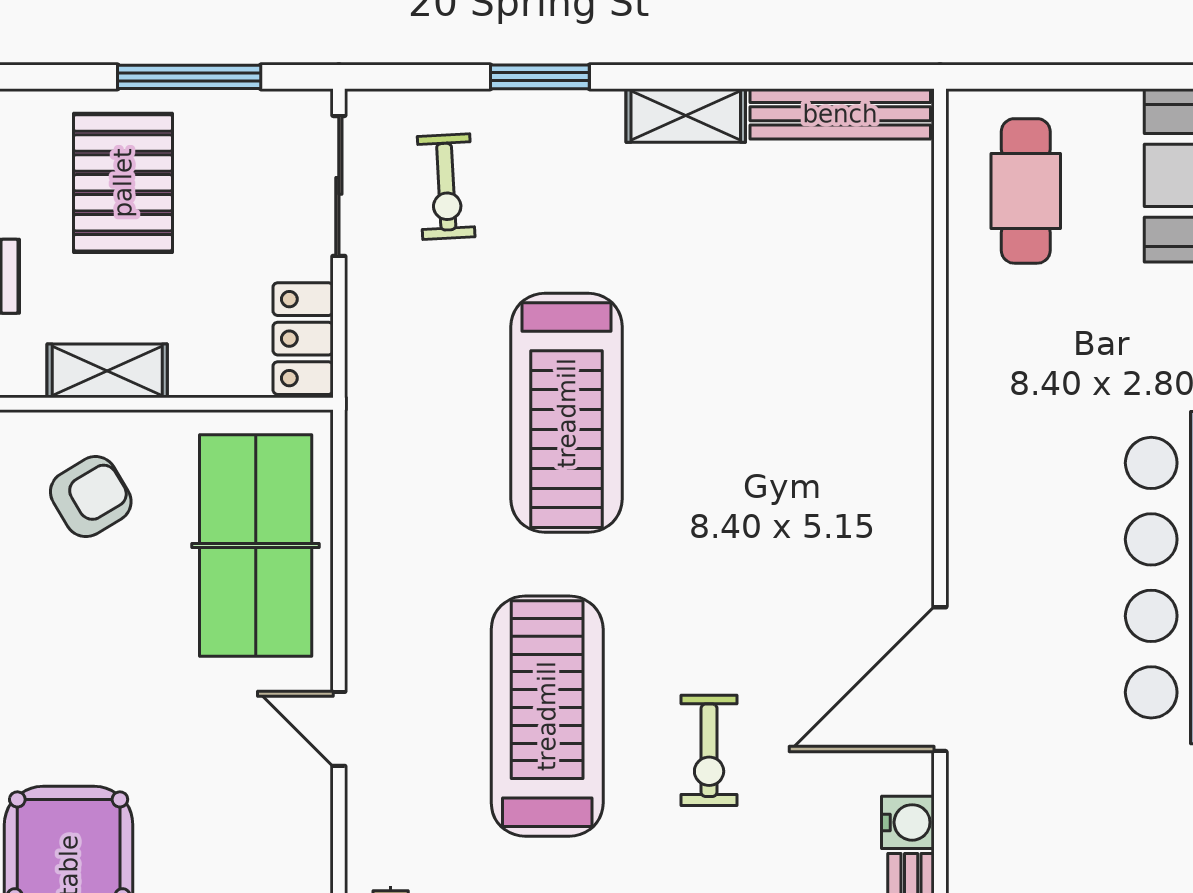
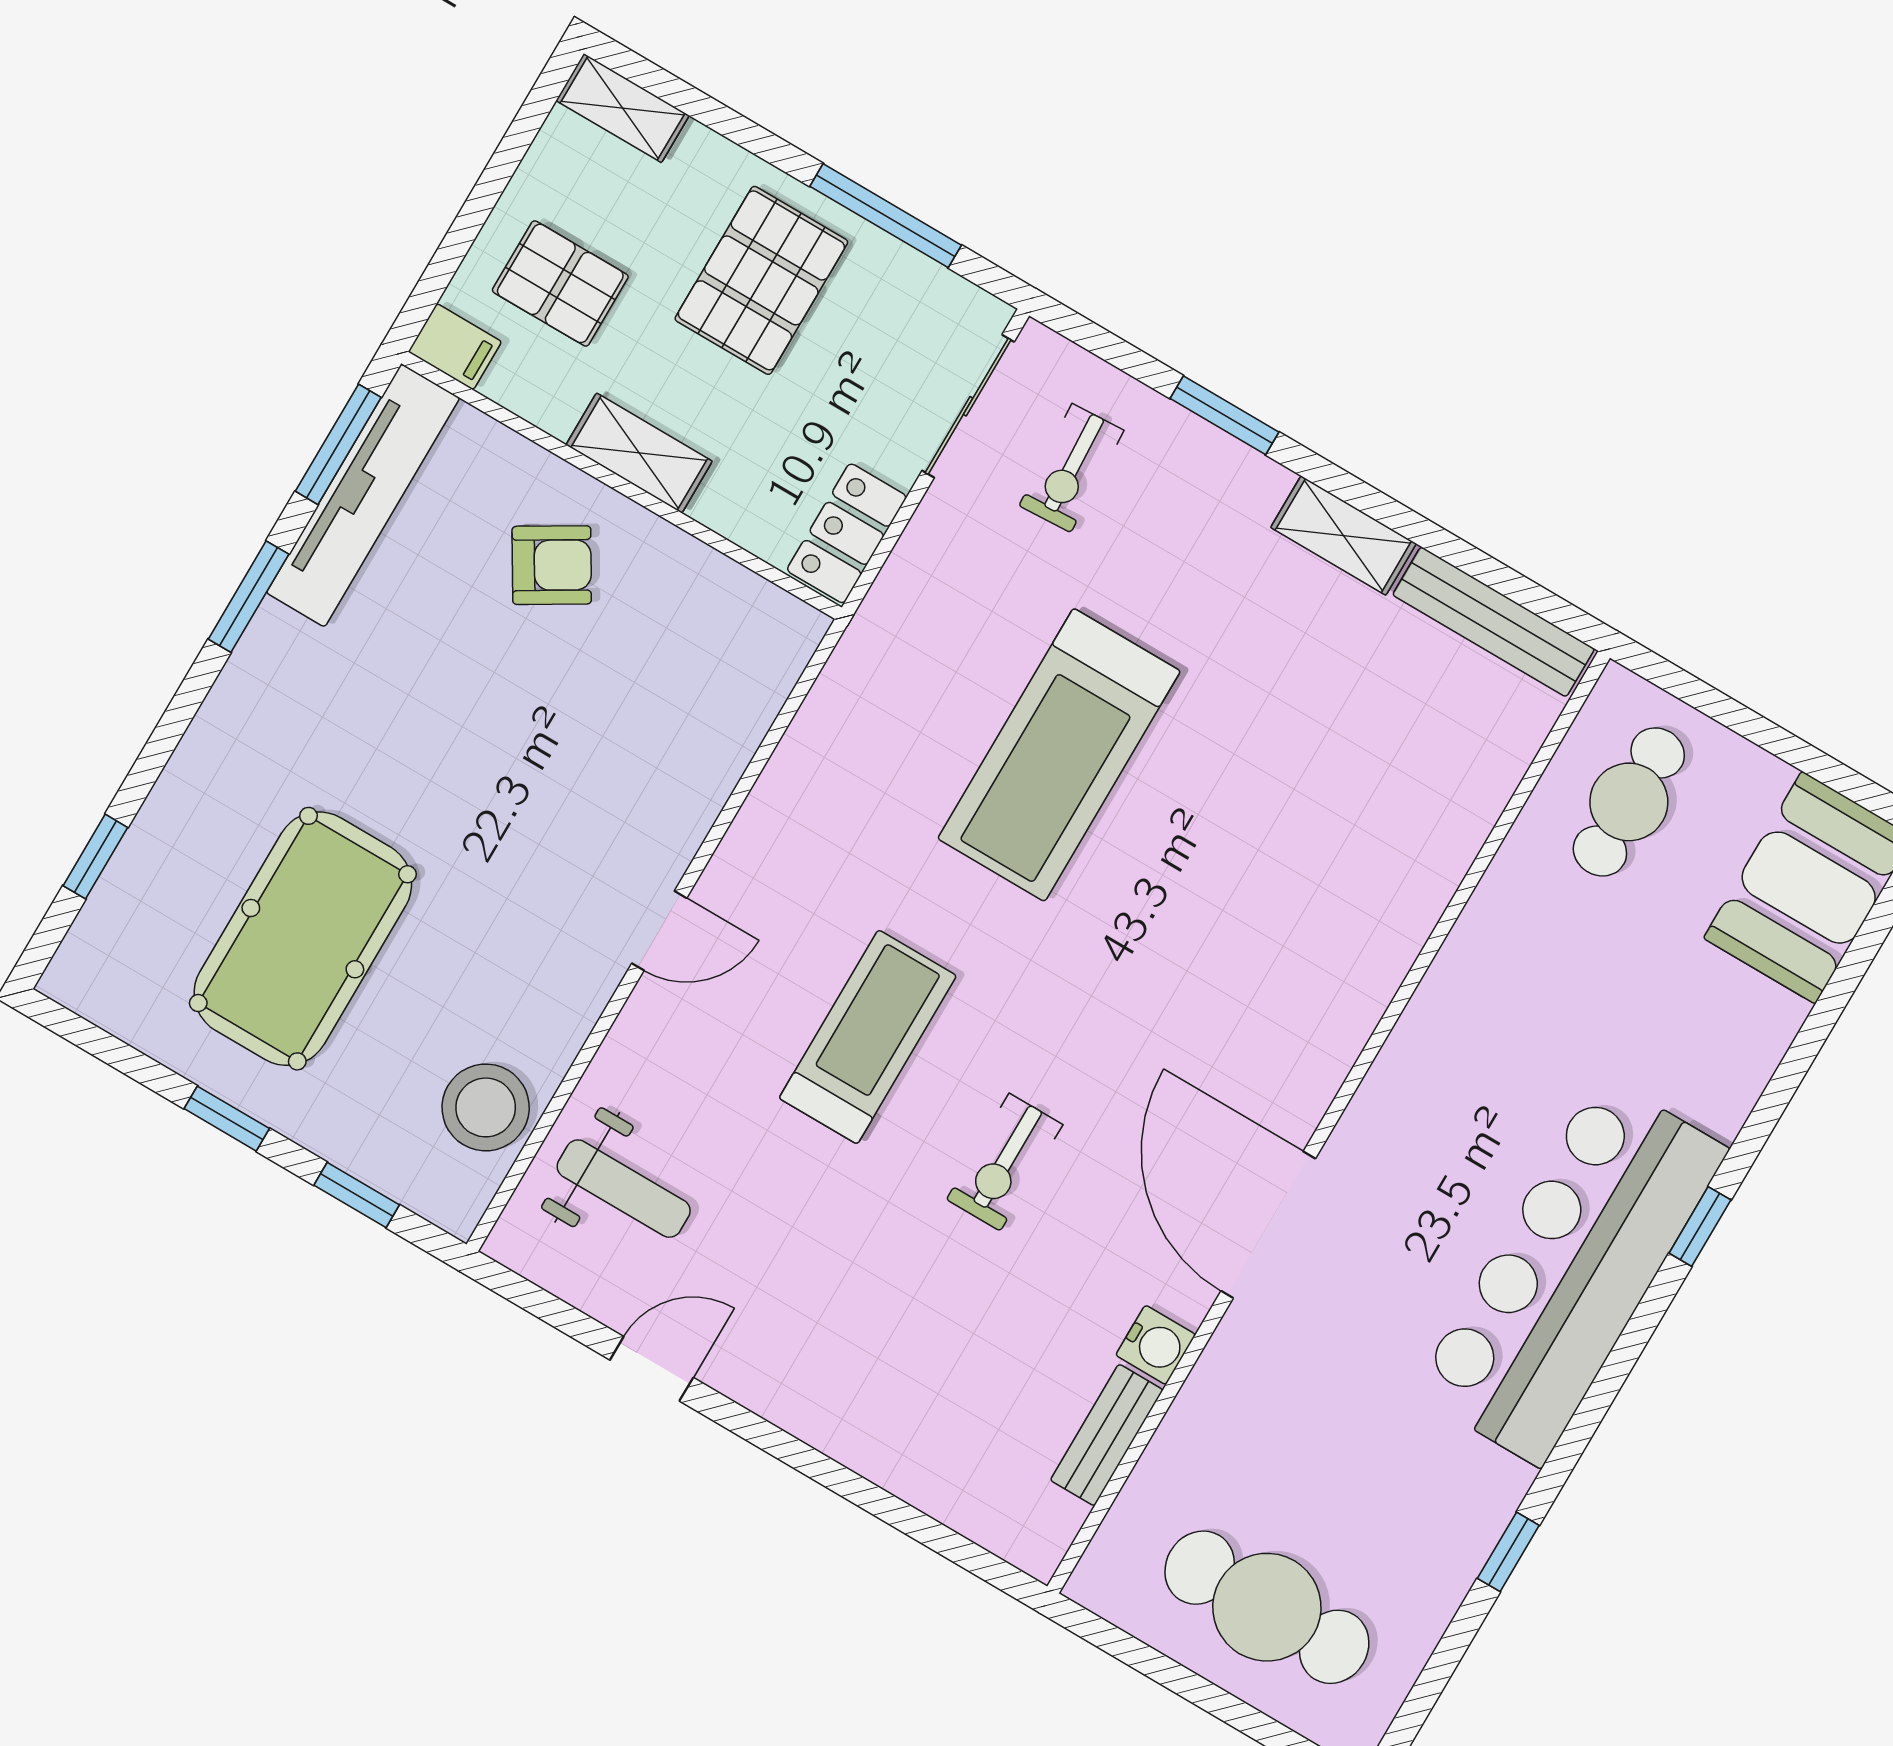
table tennis table: (256, 546) -> (683, 706), removed
door: (940, 679) -> (1268, 1225), hinge flipped
treadmill: (547, 716) -> (868, 1037), width x0.73, depth x0.73
door: (339, 729) -> (659, 931), swing flipped

